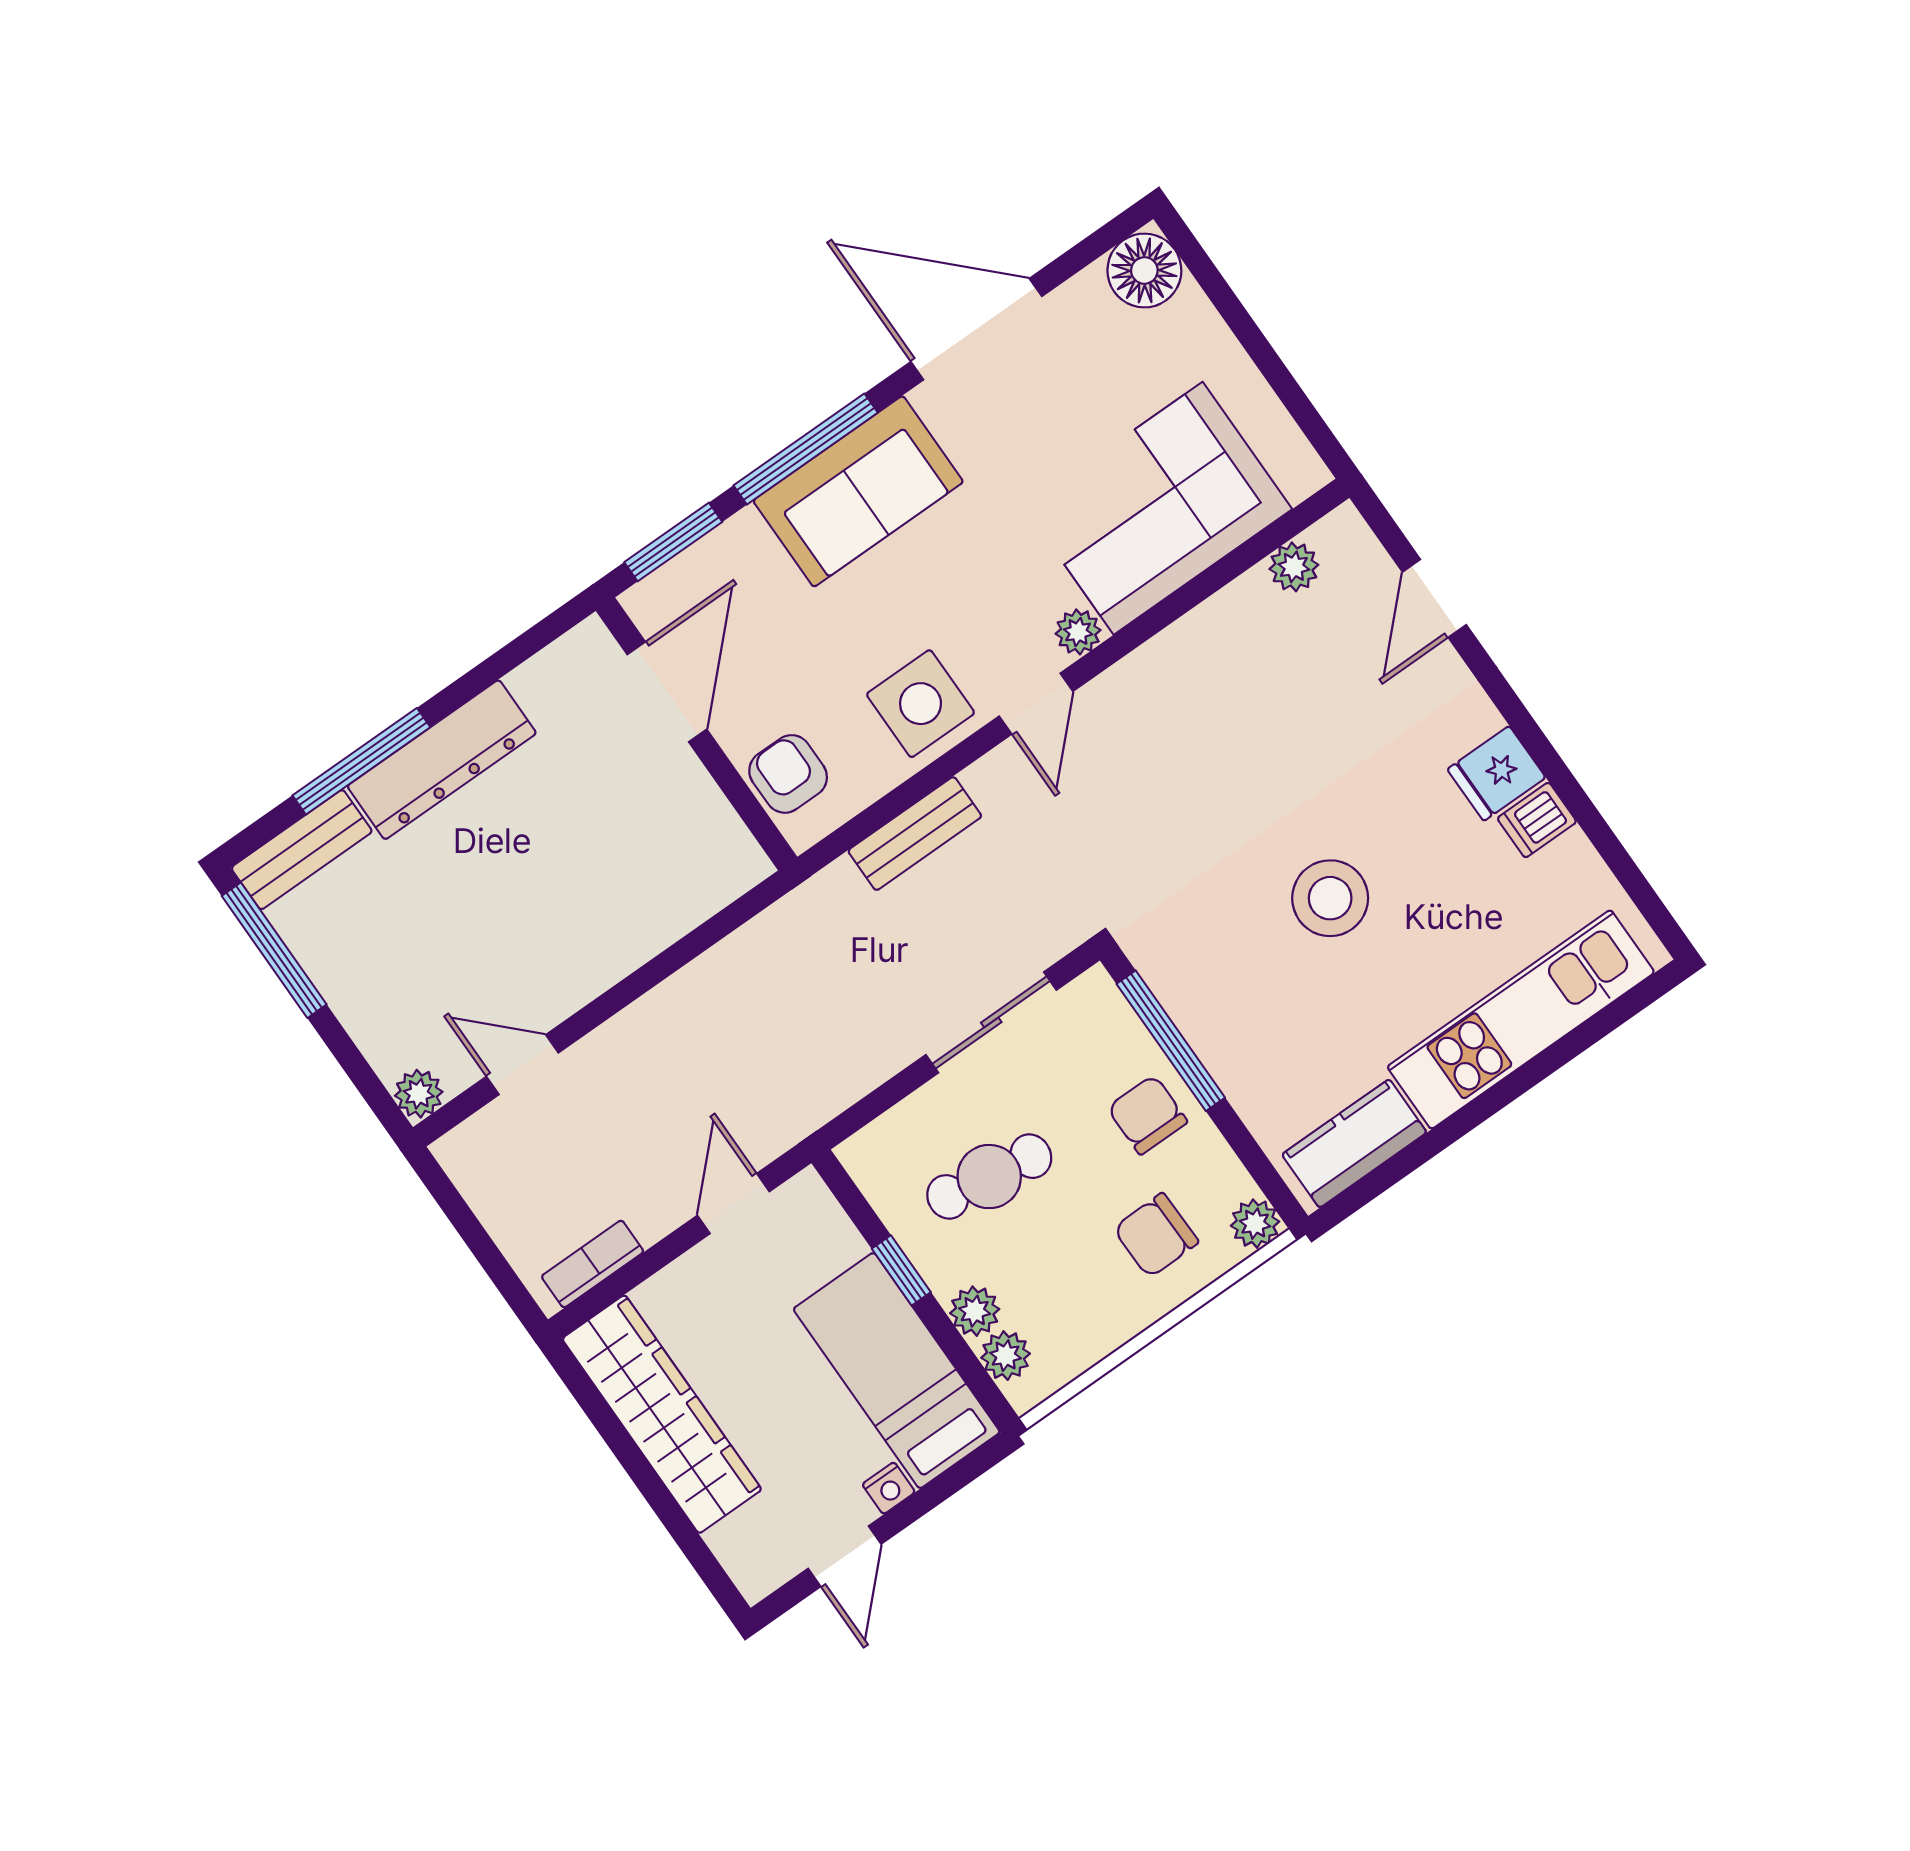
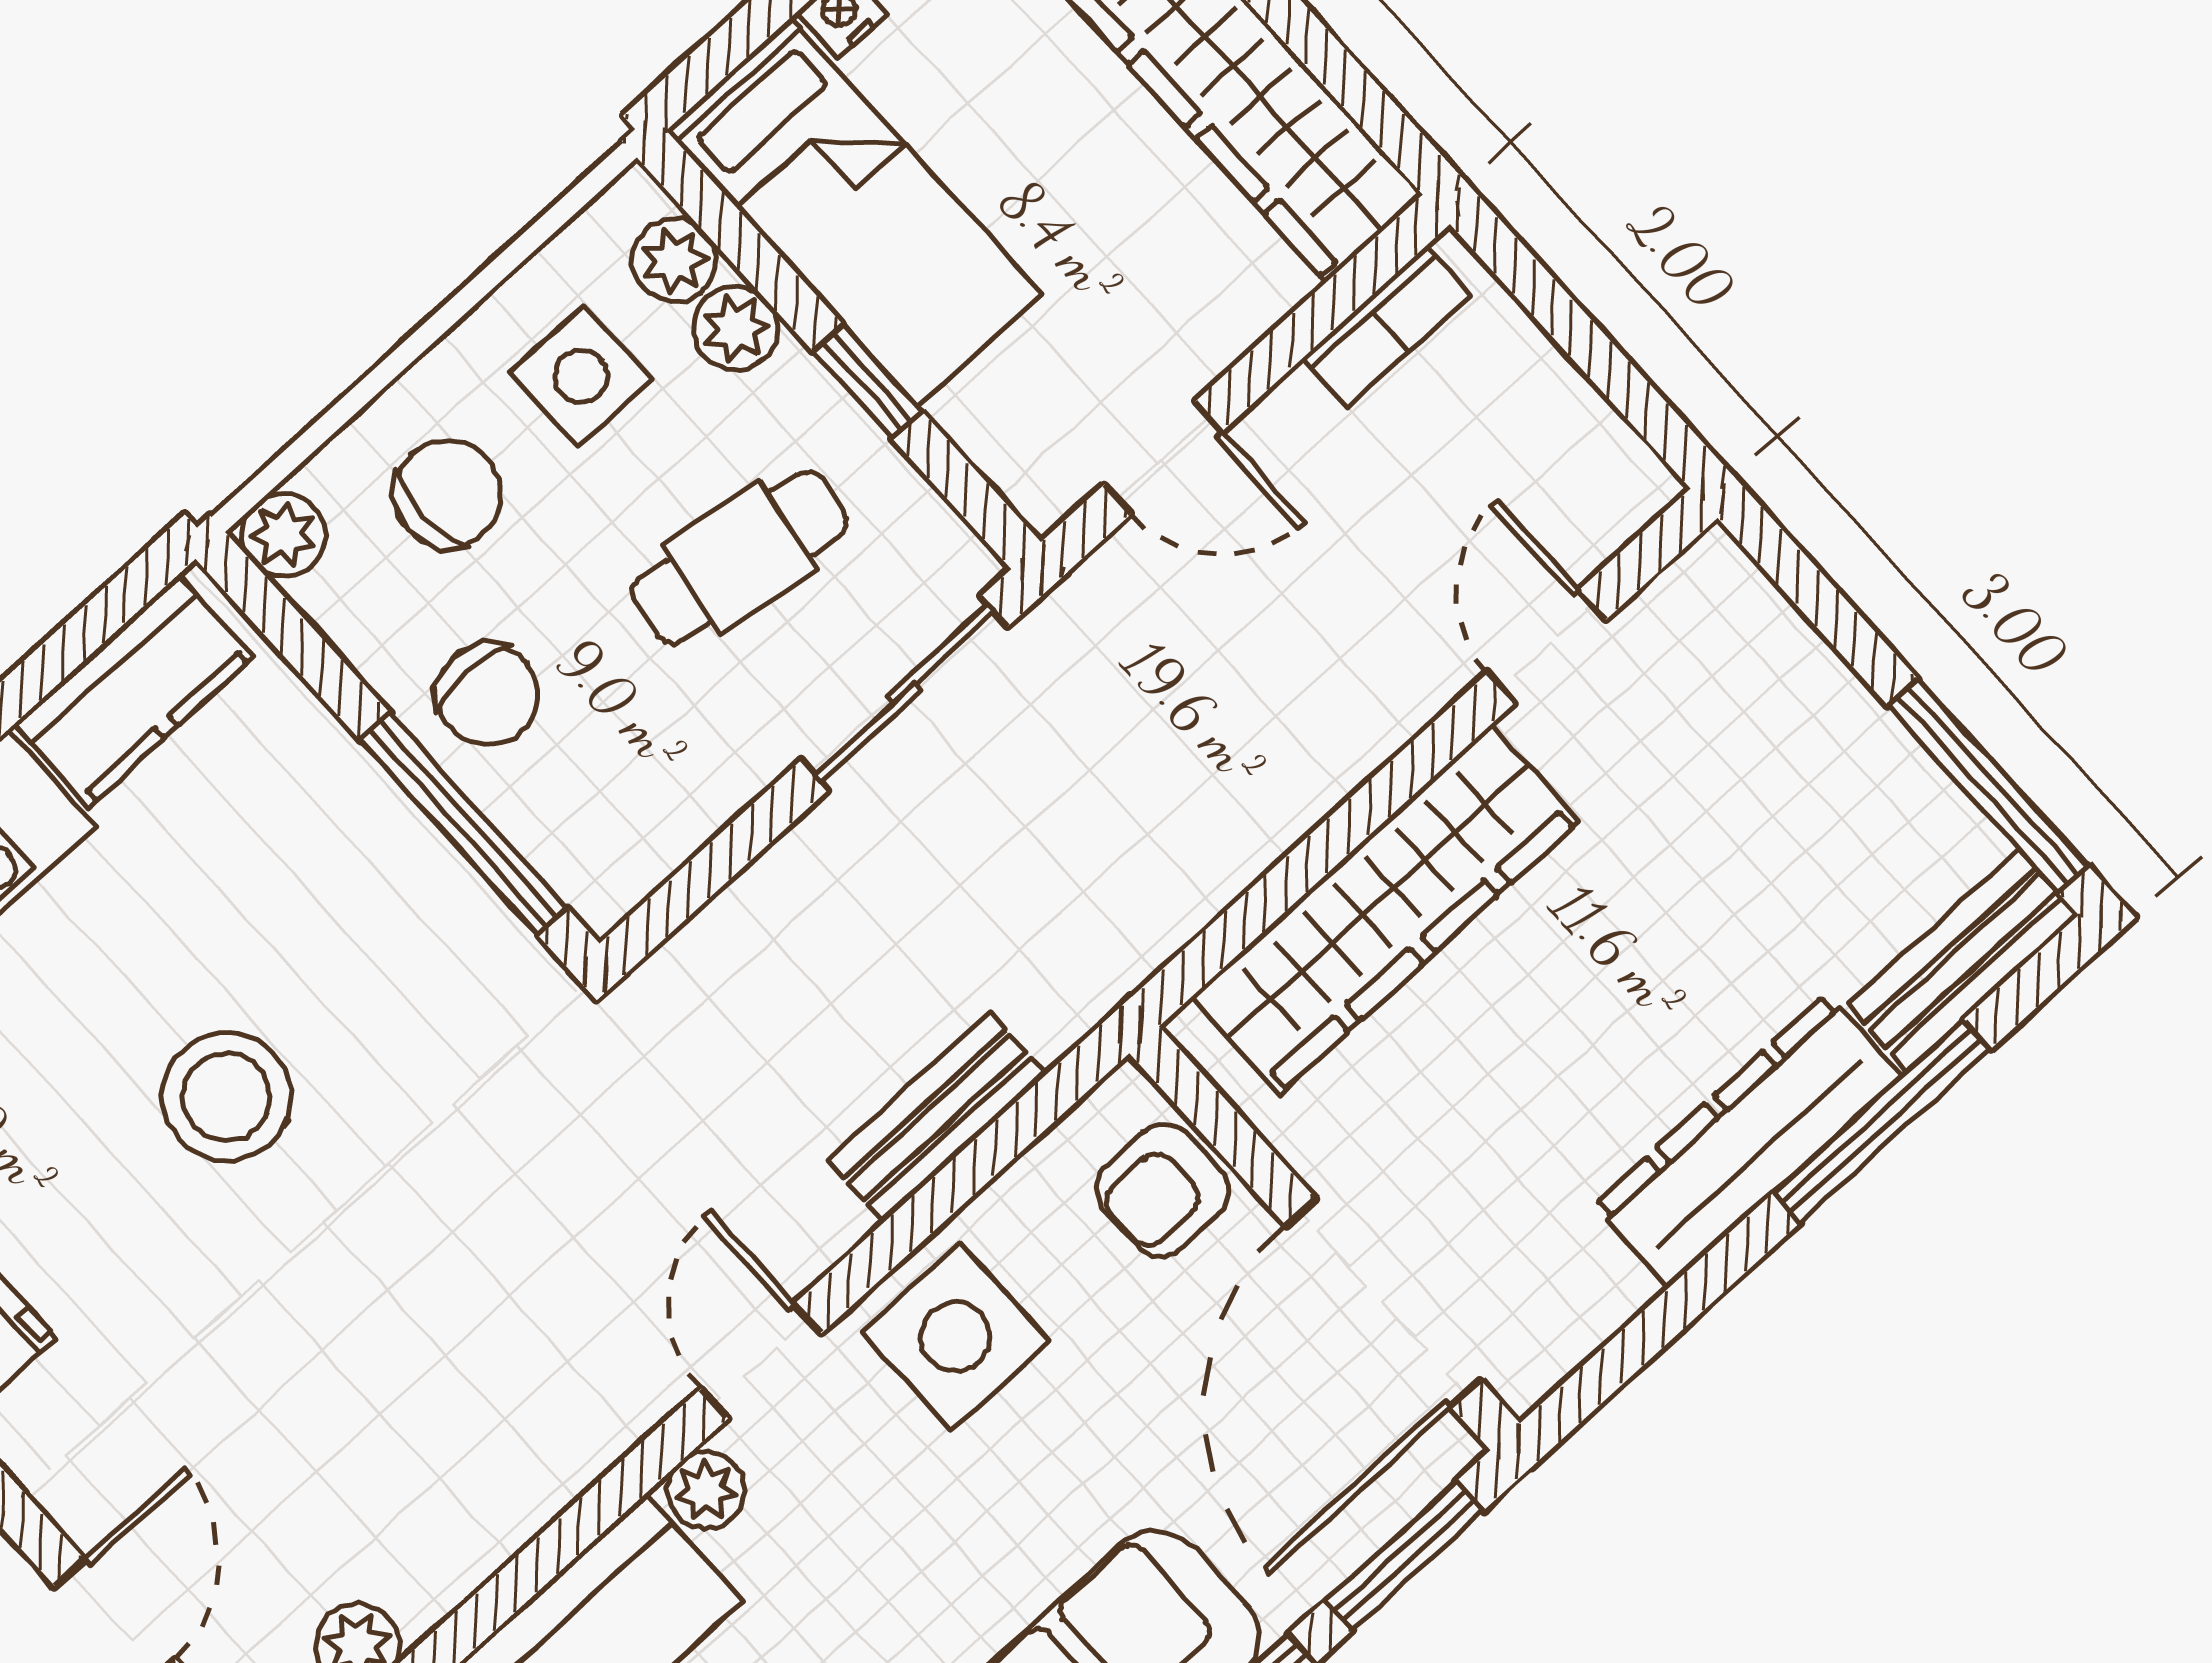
door: (667, 692) -> (1383, 1303), width x1.36
armchair: (788, 774) -> (1163, 1190), turned 90
wardrobe: (637, 922) -> (1385, 909), added
sliding door: (991, 1022) -> (904, 693), moved
door: (522, 1065) -> (1547, 646), swing flipped
plant: (419, 1094) -> (1715, 575), removed
door: (733, 1204) -> (1163, 458), hinge flipped
side table: (1069, 1295) -> (581, 376), added

